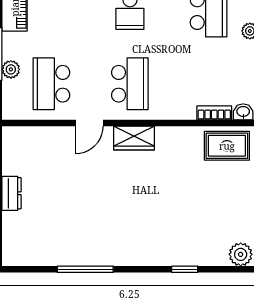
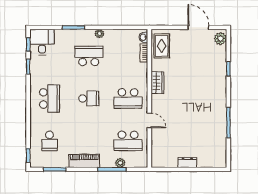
school desk: (130, 84) -> (128, 98), turned 180
wardrobe: (134, 138) -> (157, 83), moved

